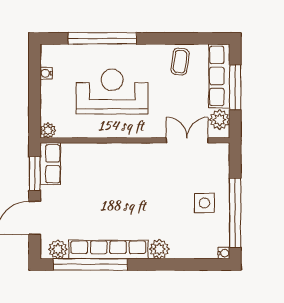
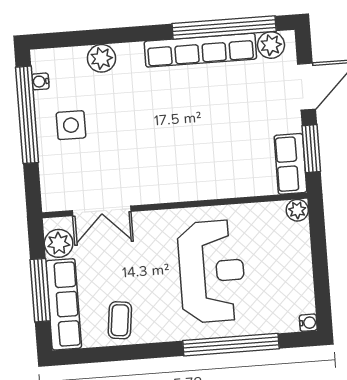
water cooler: (46, 73) -> (308, 323), moved
reception desk: (112, 91) -> (212, 271), turned -90
plant: (159, 249) -> (102, 58), moved
water cooler: (224, 253) -> (40, 81), moved

